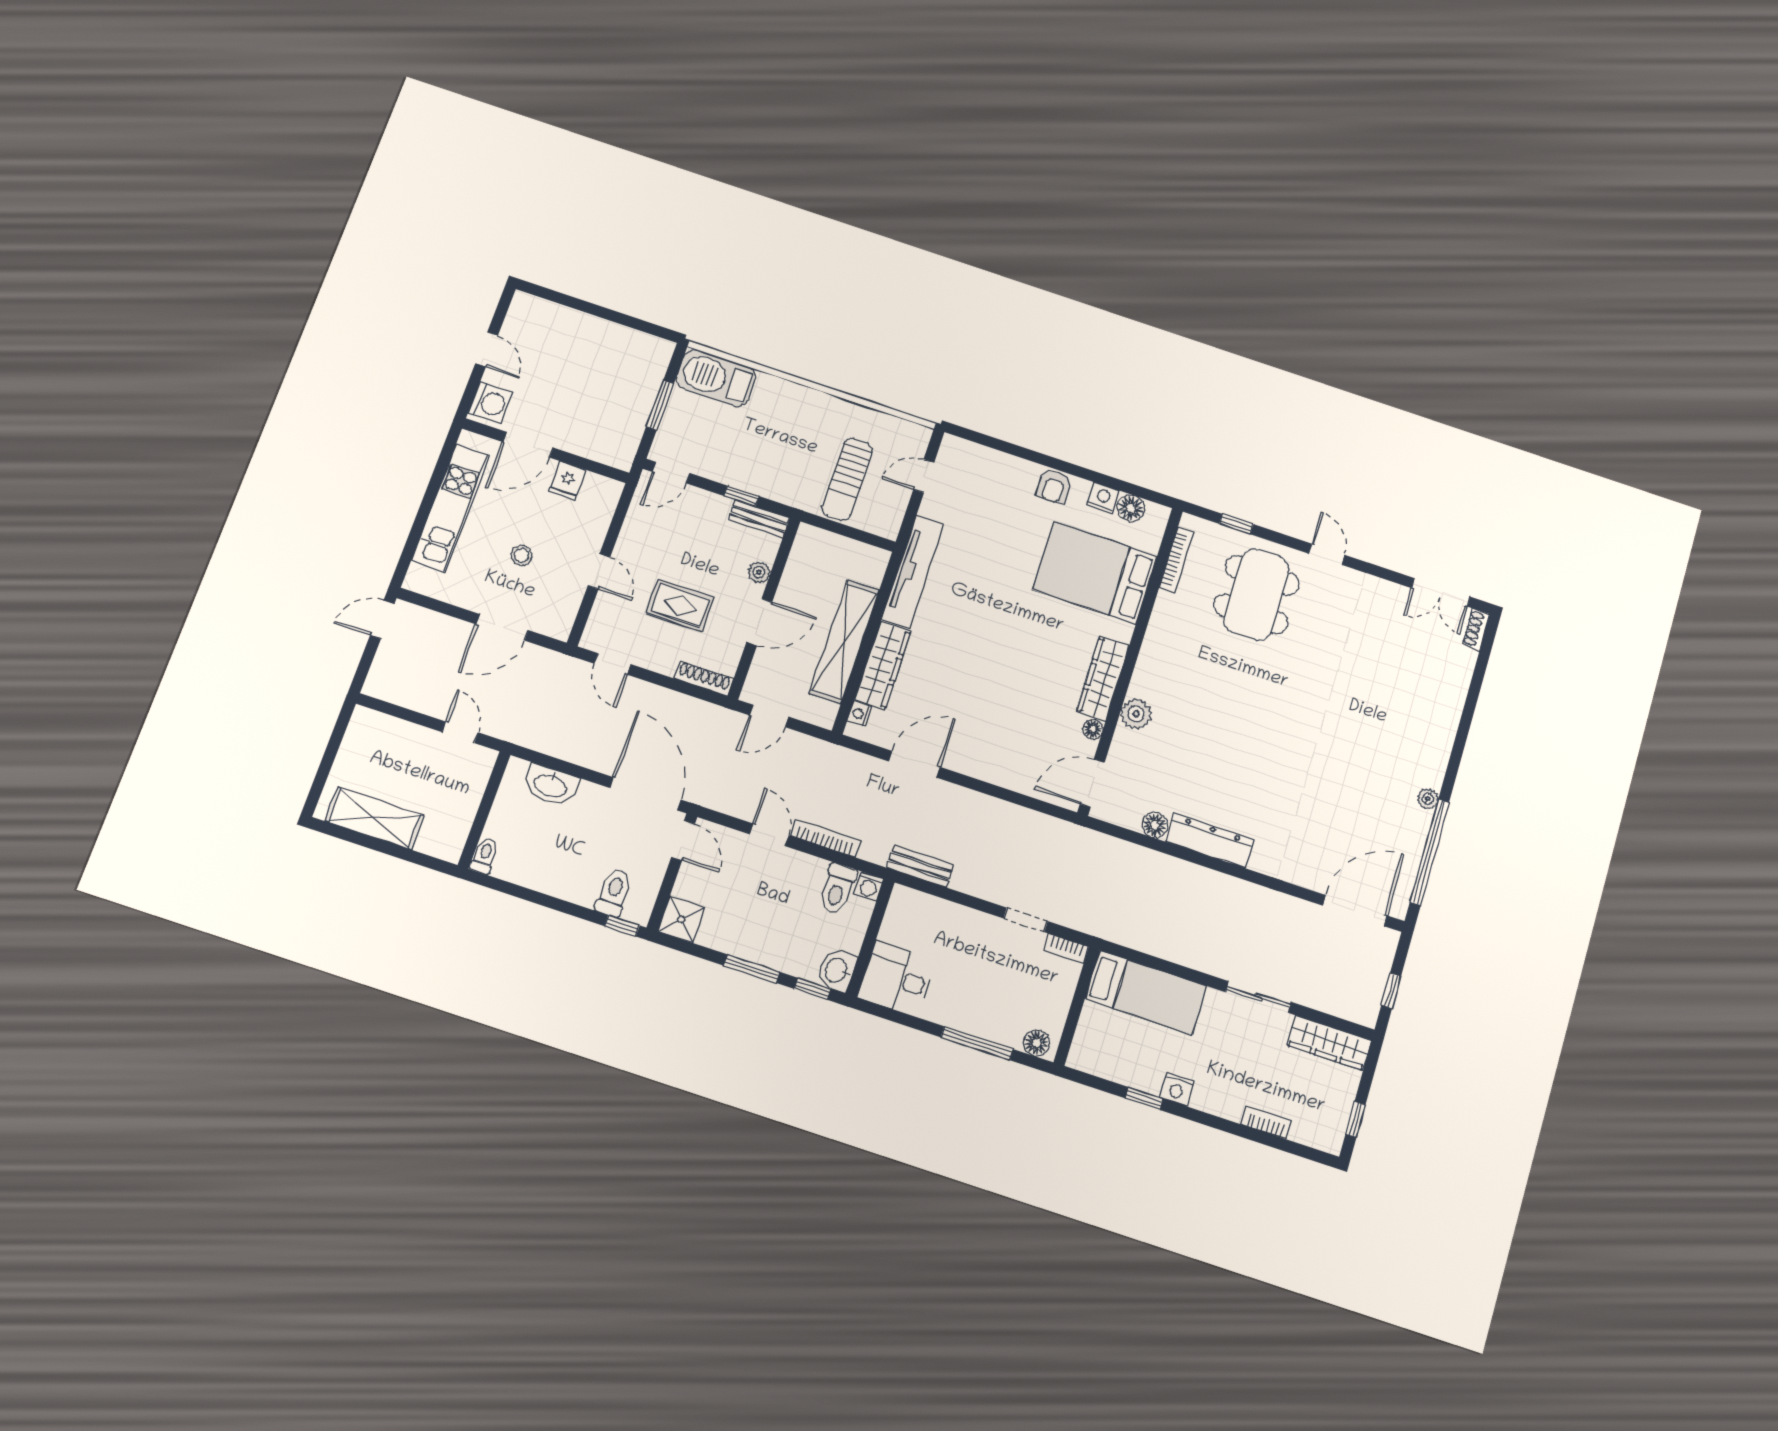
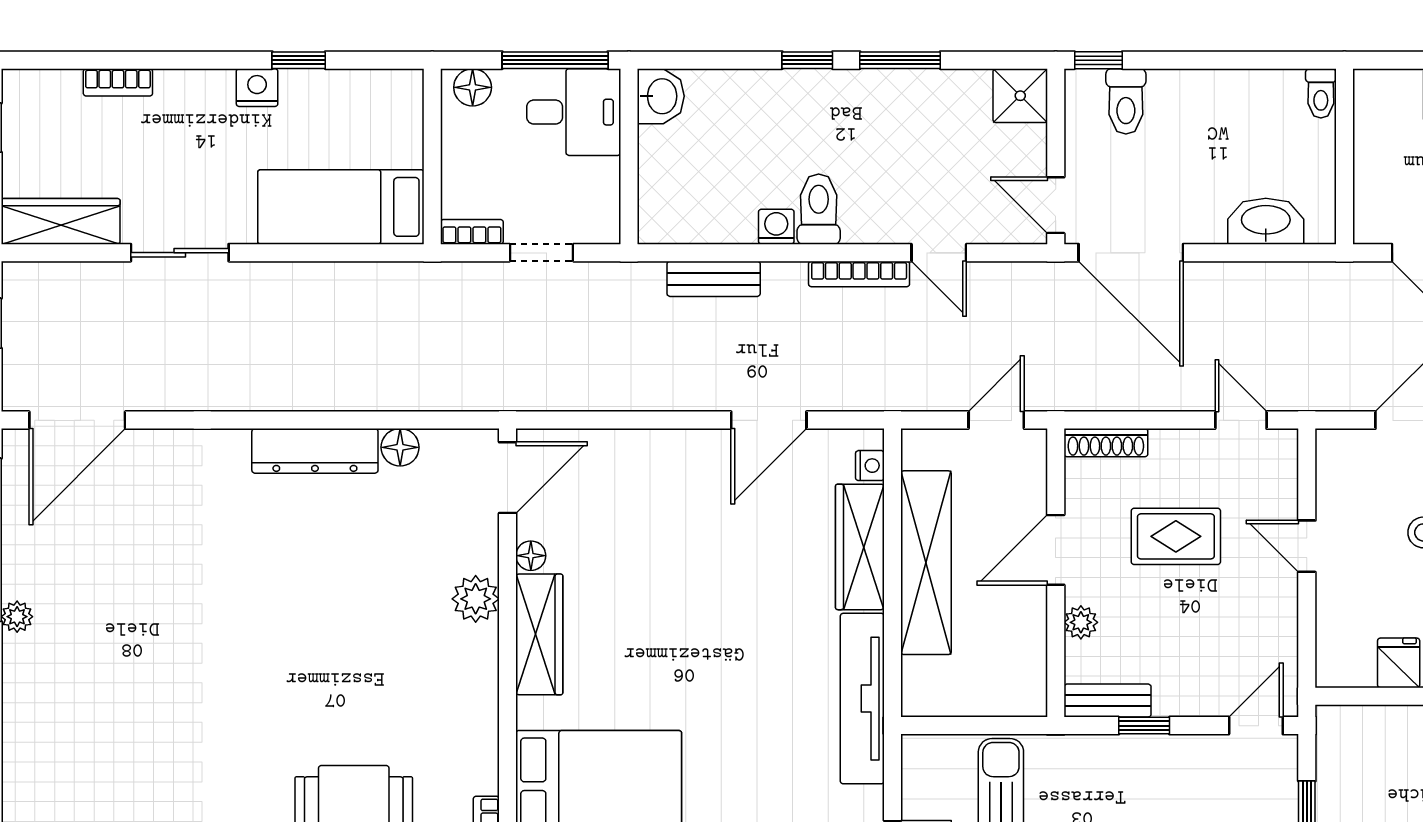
wall: (870, 938) -> (629, 156), moved
washbasin: (837, 970) -> (661, 96), moved
desk: (897, 979) -> (574, 112), moved

